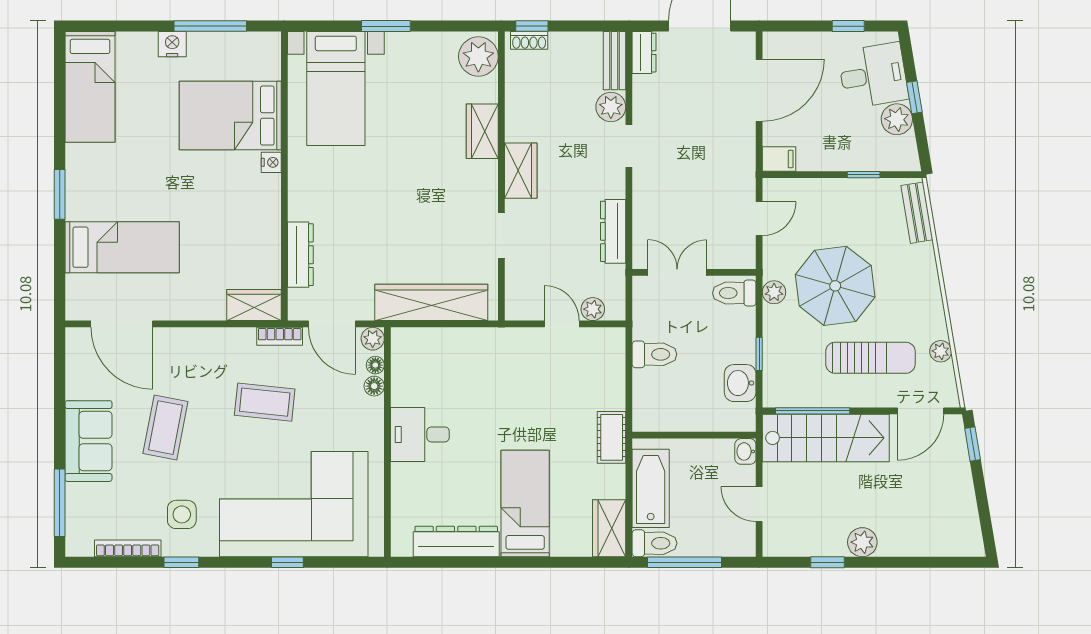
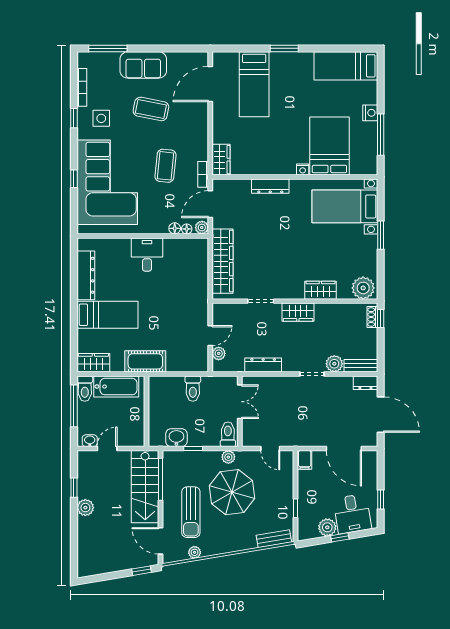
dresser: (300, 255) -> (270, 186), moved
cot: (612, 437) -> (145, 361), width x1.37, depth x1.34
washbasin: (745, 451) -> (90, 441), moved

